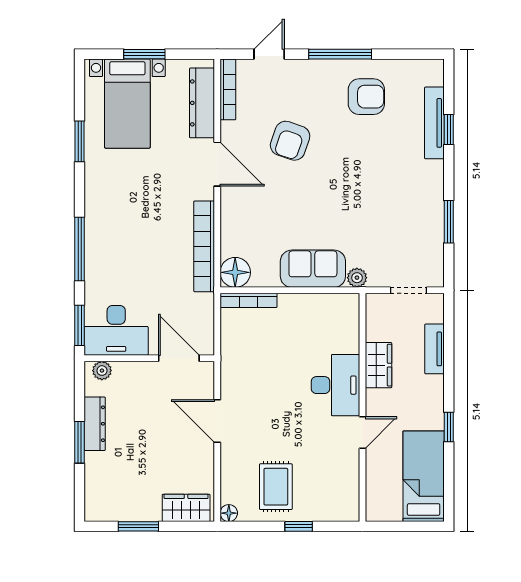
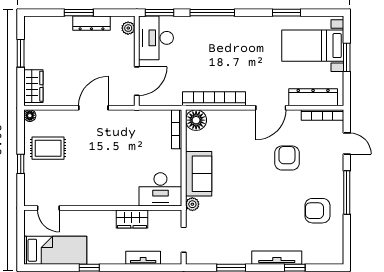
armchair: (366, 97) -> (317, 211), turned 90
tv unit: (434, 123) -> (277, 258), moved
armchair: (290, 141) -> (287, 158), turned 71
desk: (335, 385) -> (160, 189), moved
door: (363, 432) -> (48, 208), moved

